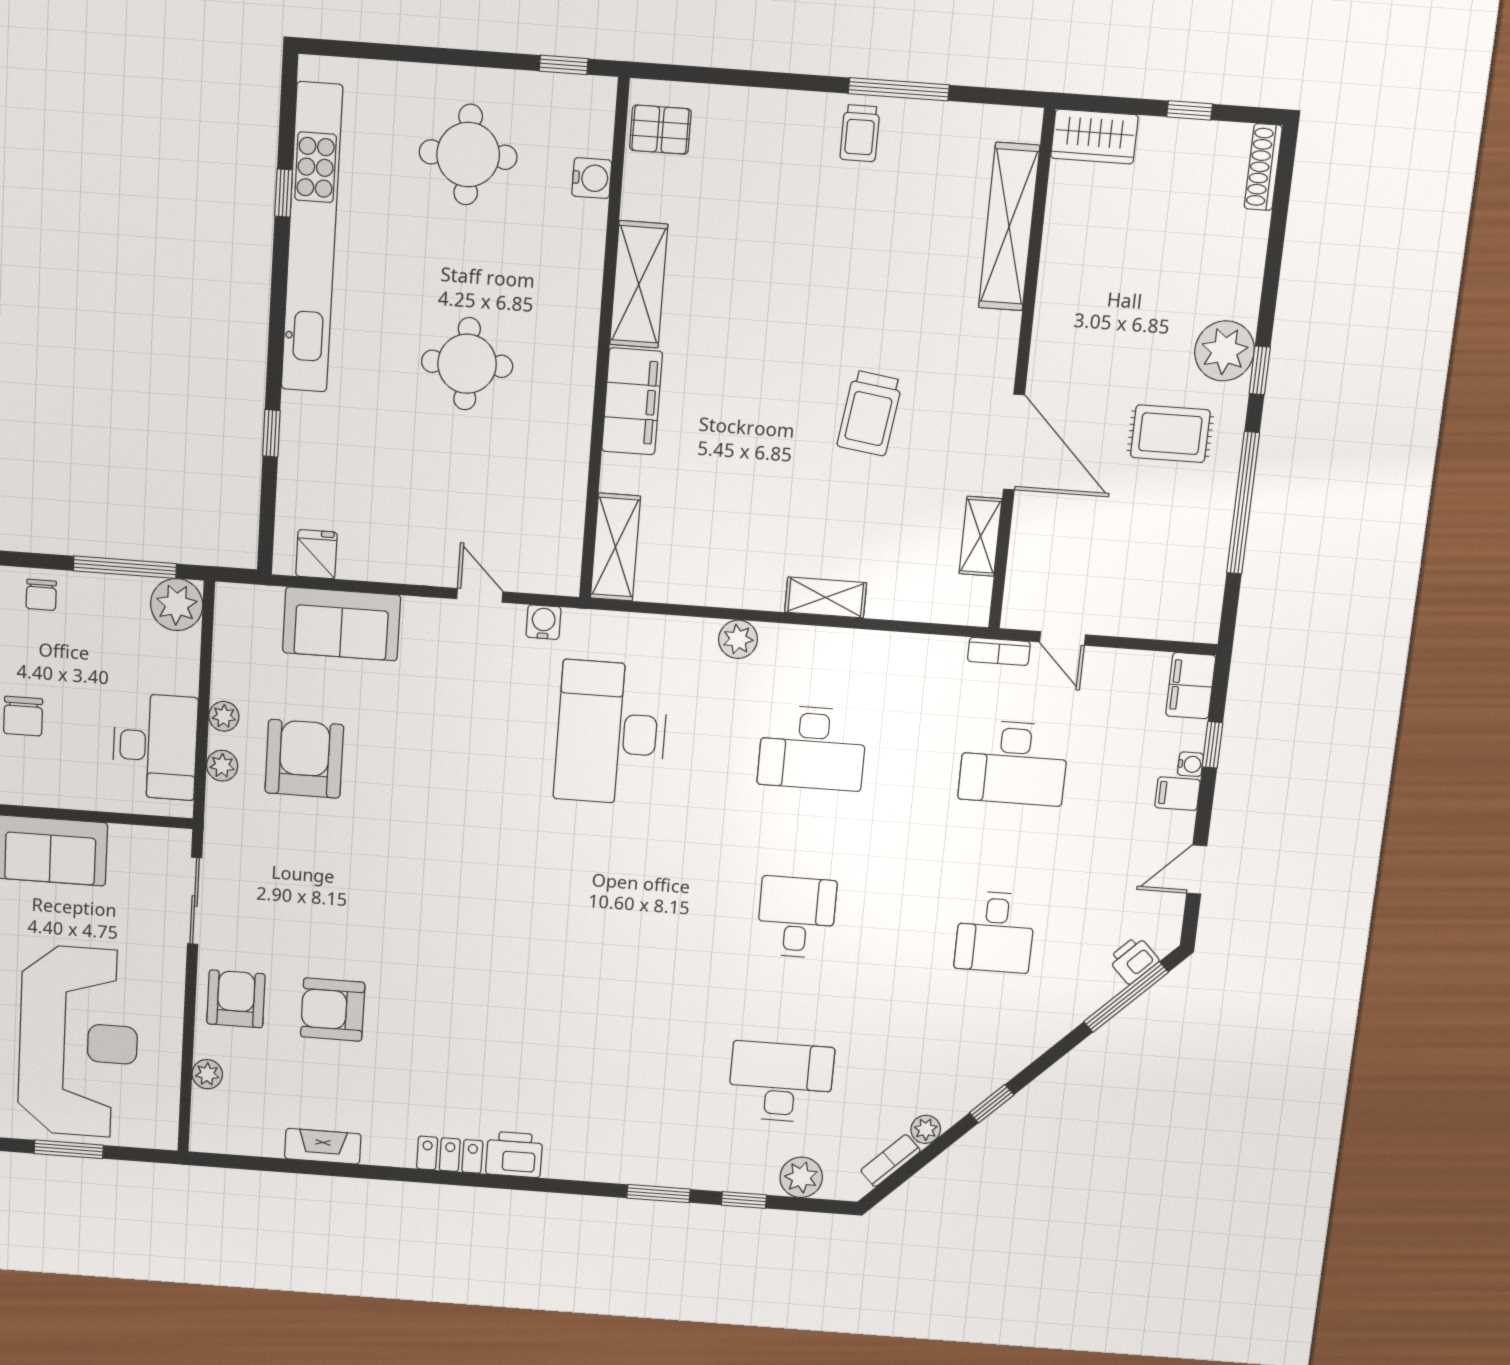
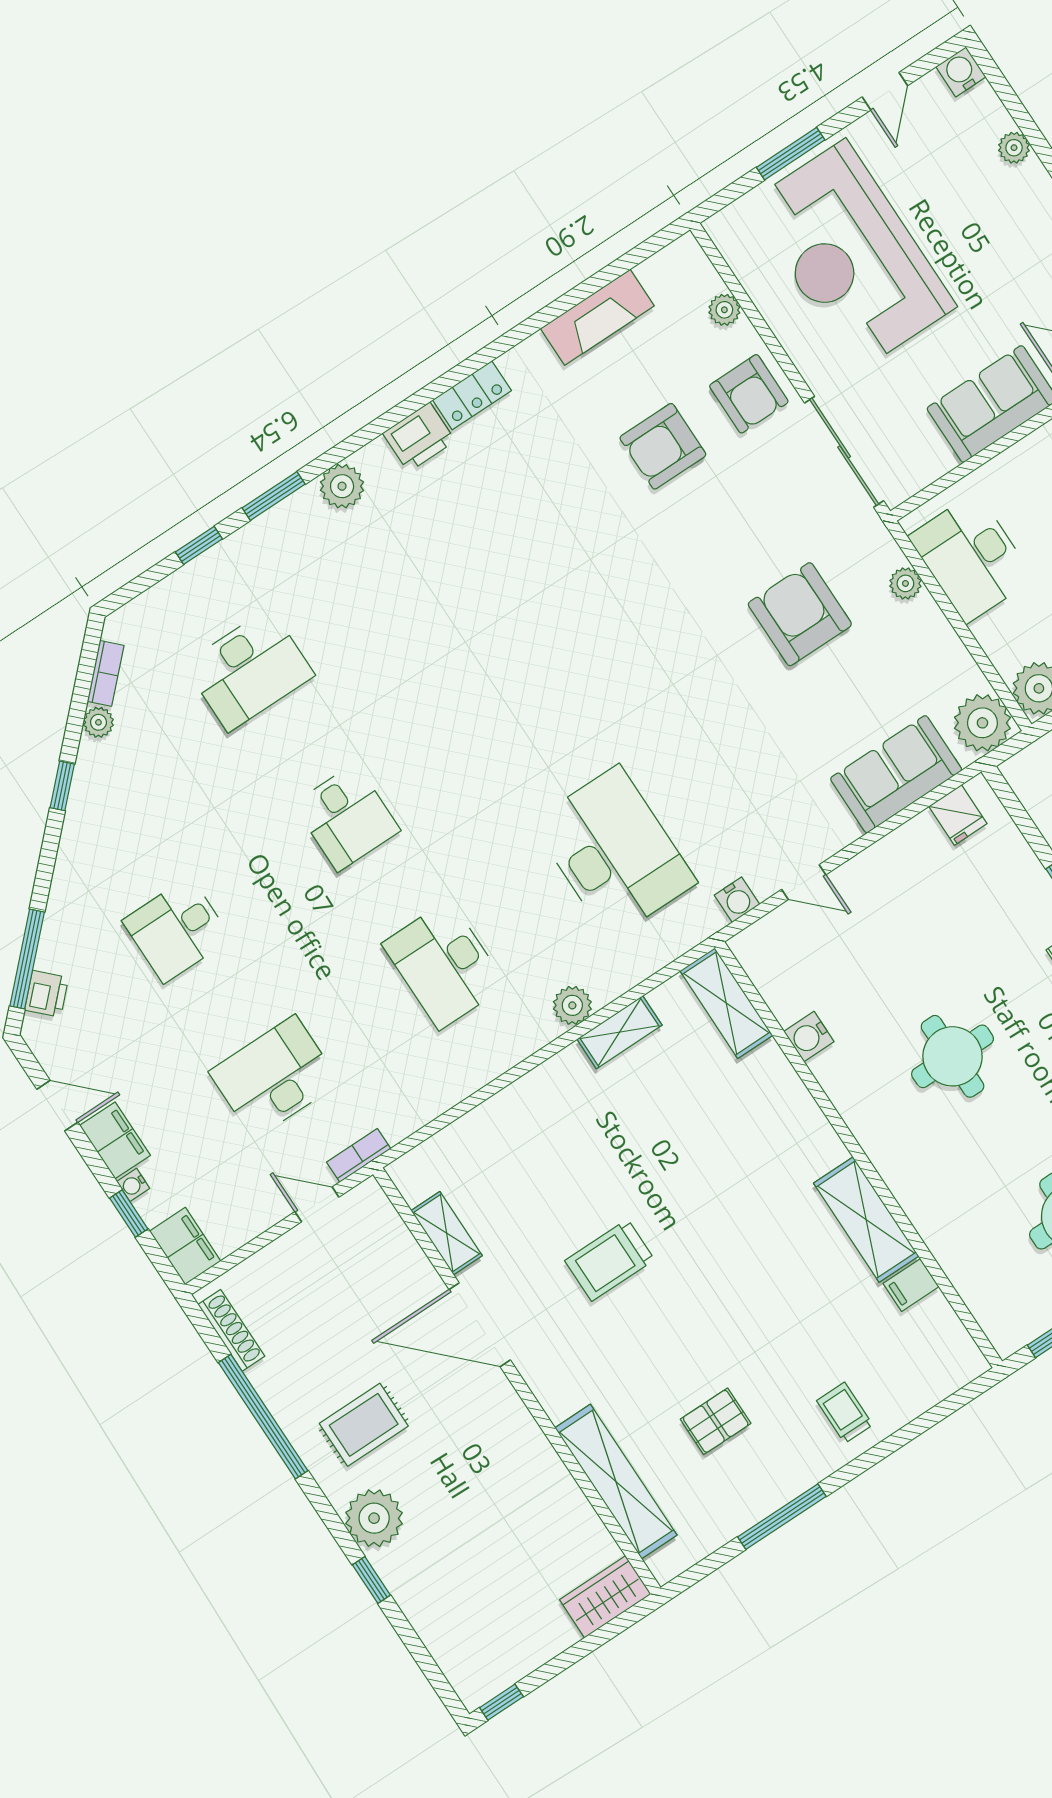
window: (1190, 110) -> (501, 1702), moved
pallet: (660, 130) -> (716, 1421), moved
trolley: (860, 133) -> (845, 1413), moved
shoe rack: (1263, 167) -> (231, 1330), moved
water cooler: (592, 178) -> (809, 1037), moved
window: (1260, 370) -> (371, 1580), moved
filing cabinet: (632, 401) -> (911, 1285), moved, width x0.33, depth x0.86
trolley: (870, 413) -> (610, 1260), turned -98
shelving: (826, 597) -> (619, 1032), moved
plant: (224, 716) -> (982, 723), moved, width x1.88, depth x1.88
desk: (812, 748) -> (444, 965), turned -90
armchair: (304, 759) -> (800, 614), moved, turned 180
filing cabinet: (1178, 794) -> (115, 1140), width x2.00
door: (1197, 870) -> (57, 1106), hinge flipped
sliding door: (195, 901) -> (844, 452), width x1.37
desk: (995, 932) -> (177, 930), turned -90
armchair: (333, 1010) -> (663, 446), turned 180
fireplace: (323, 1146) -> (597, 317), width x1.37, depth x1.32
plant: (801, 1177) -> (342, 486), moved

